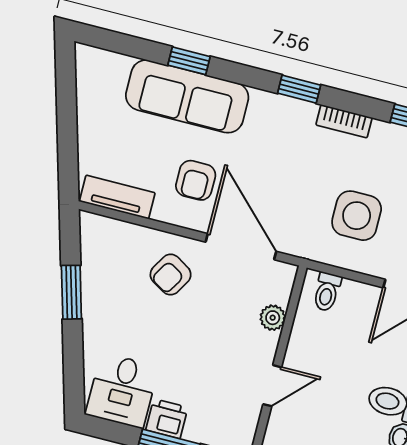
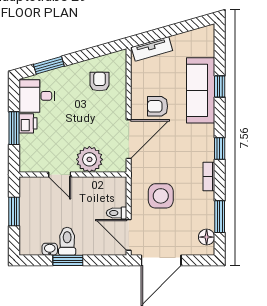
tv unit: (117, 197) -> (152, 49), moved, turned 74
armchair: (171, 275) -> (100, 82), moved, turned 59
window: (71, 292) -> (49, 65), moved
toilet: (327, 292) -> (117, 213), moved
plant: (273, 318) -> (89, 159), width x1.88, depth x1.88

